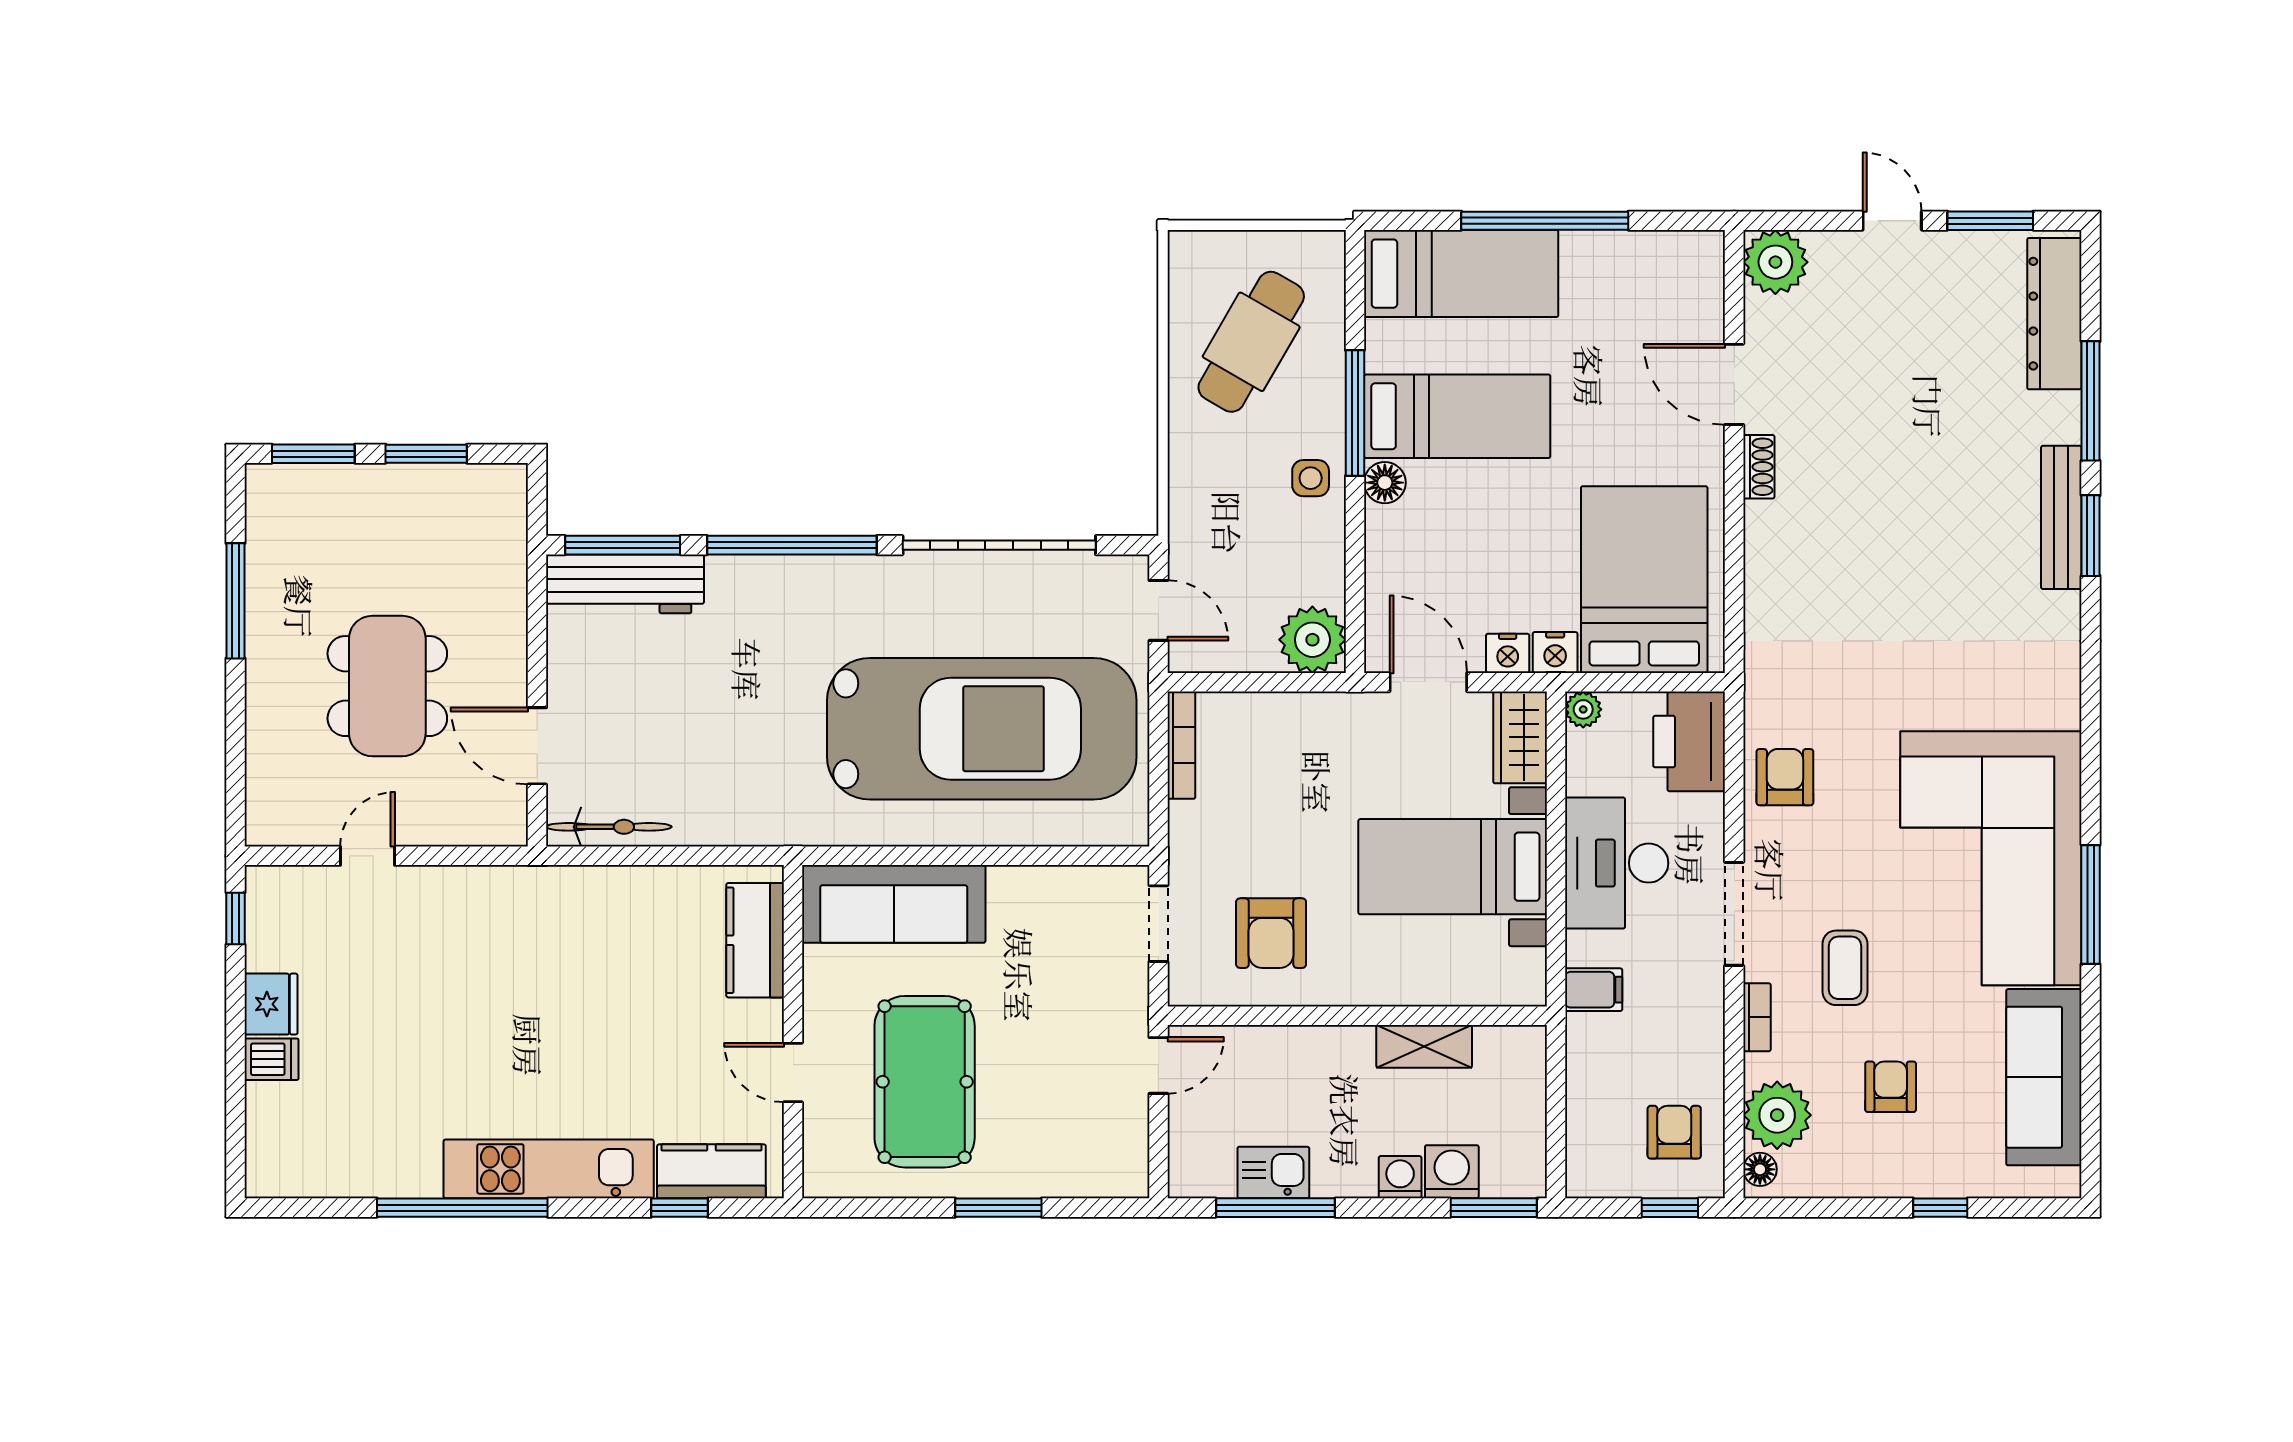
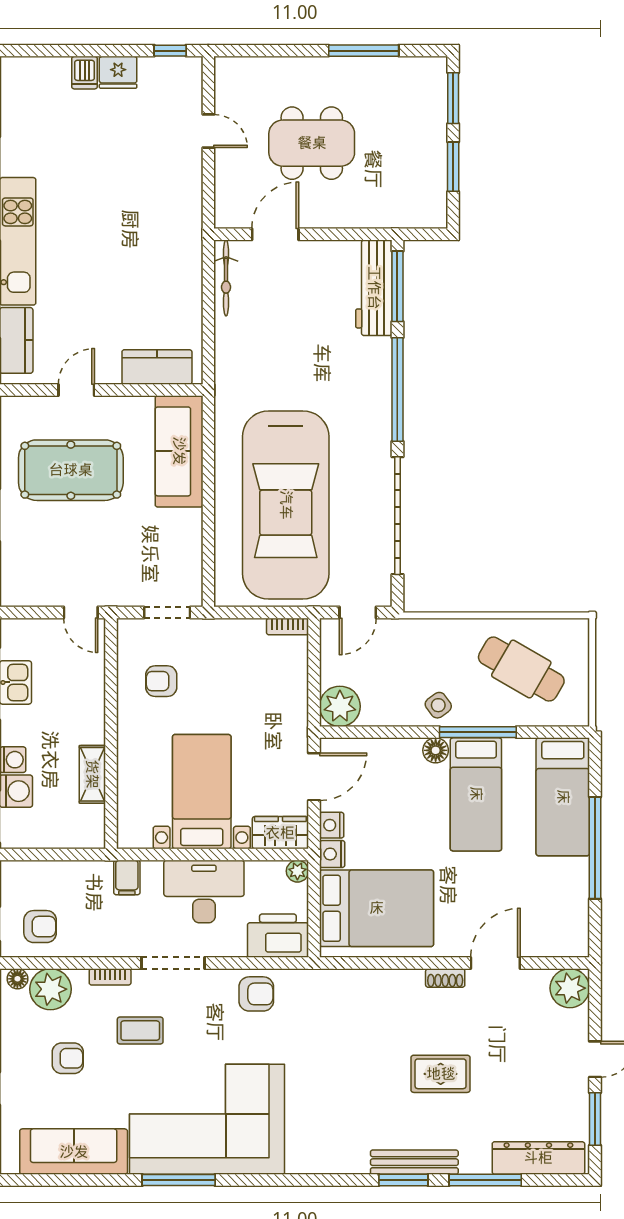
rug: (1916, 474) -> (441, 1074), added
side table: (1311, 478) -> (438, 705), turned -36
bookcase: (1181, 745) -> (288, 627), width x0.64
armchair: (1271, 933) -> (161, 681), width x0.72, depth x0.72

